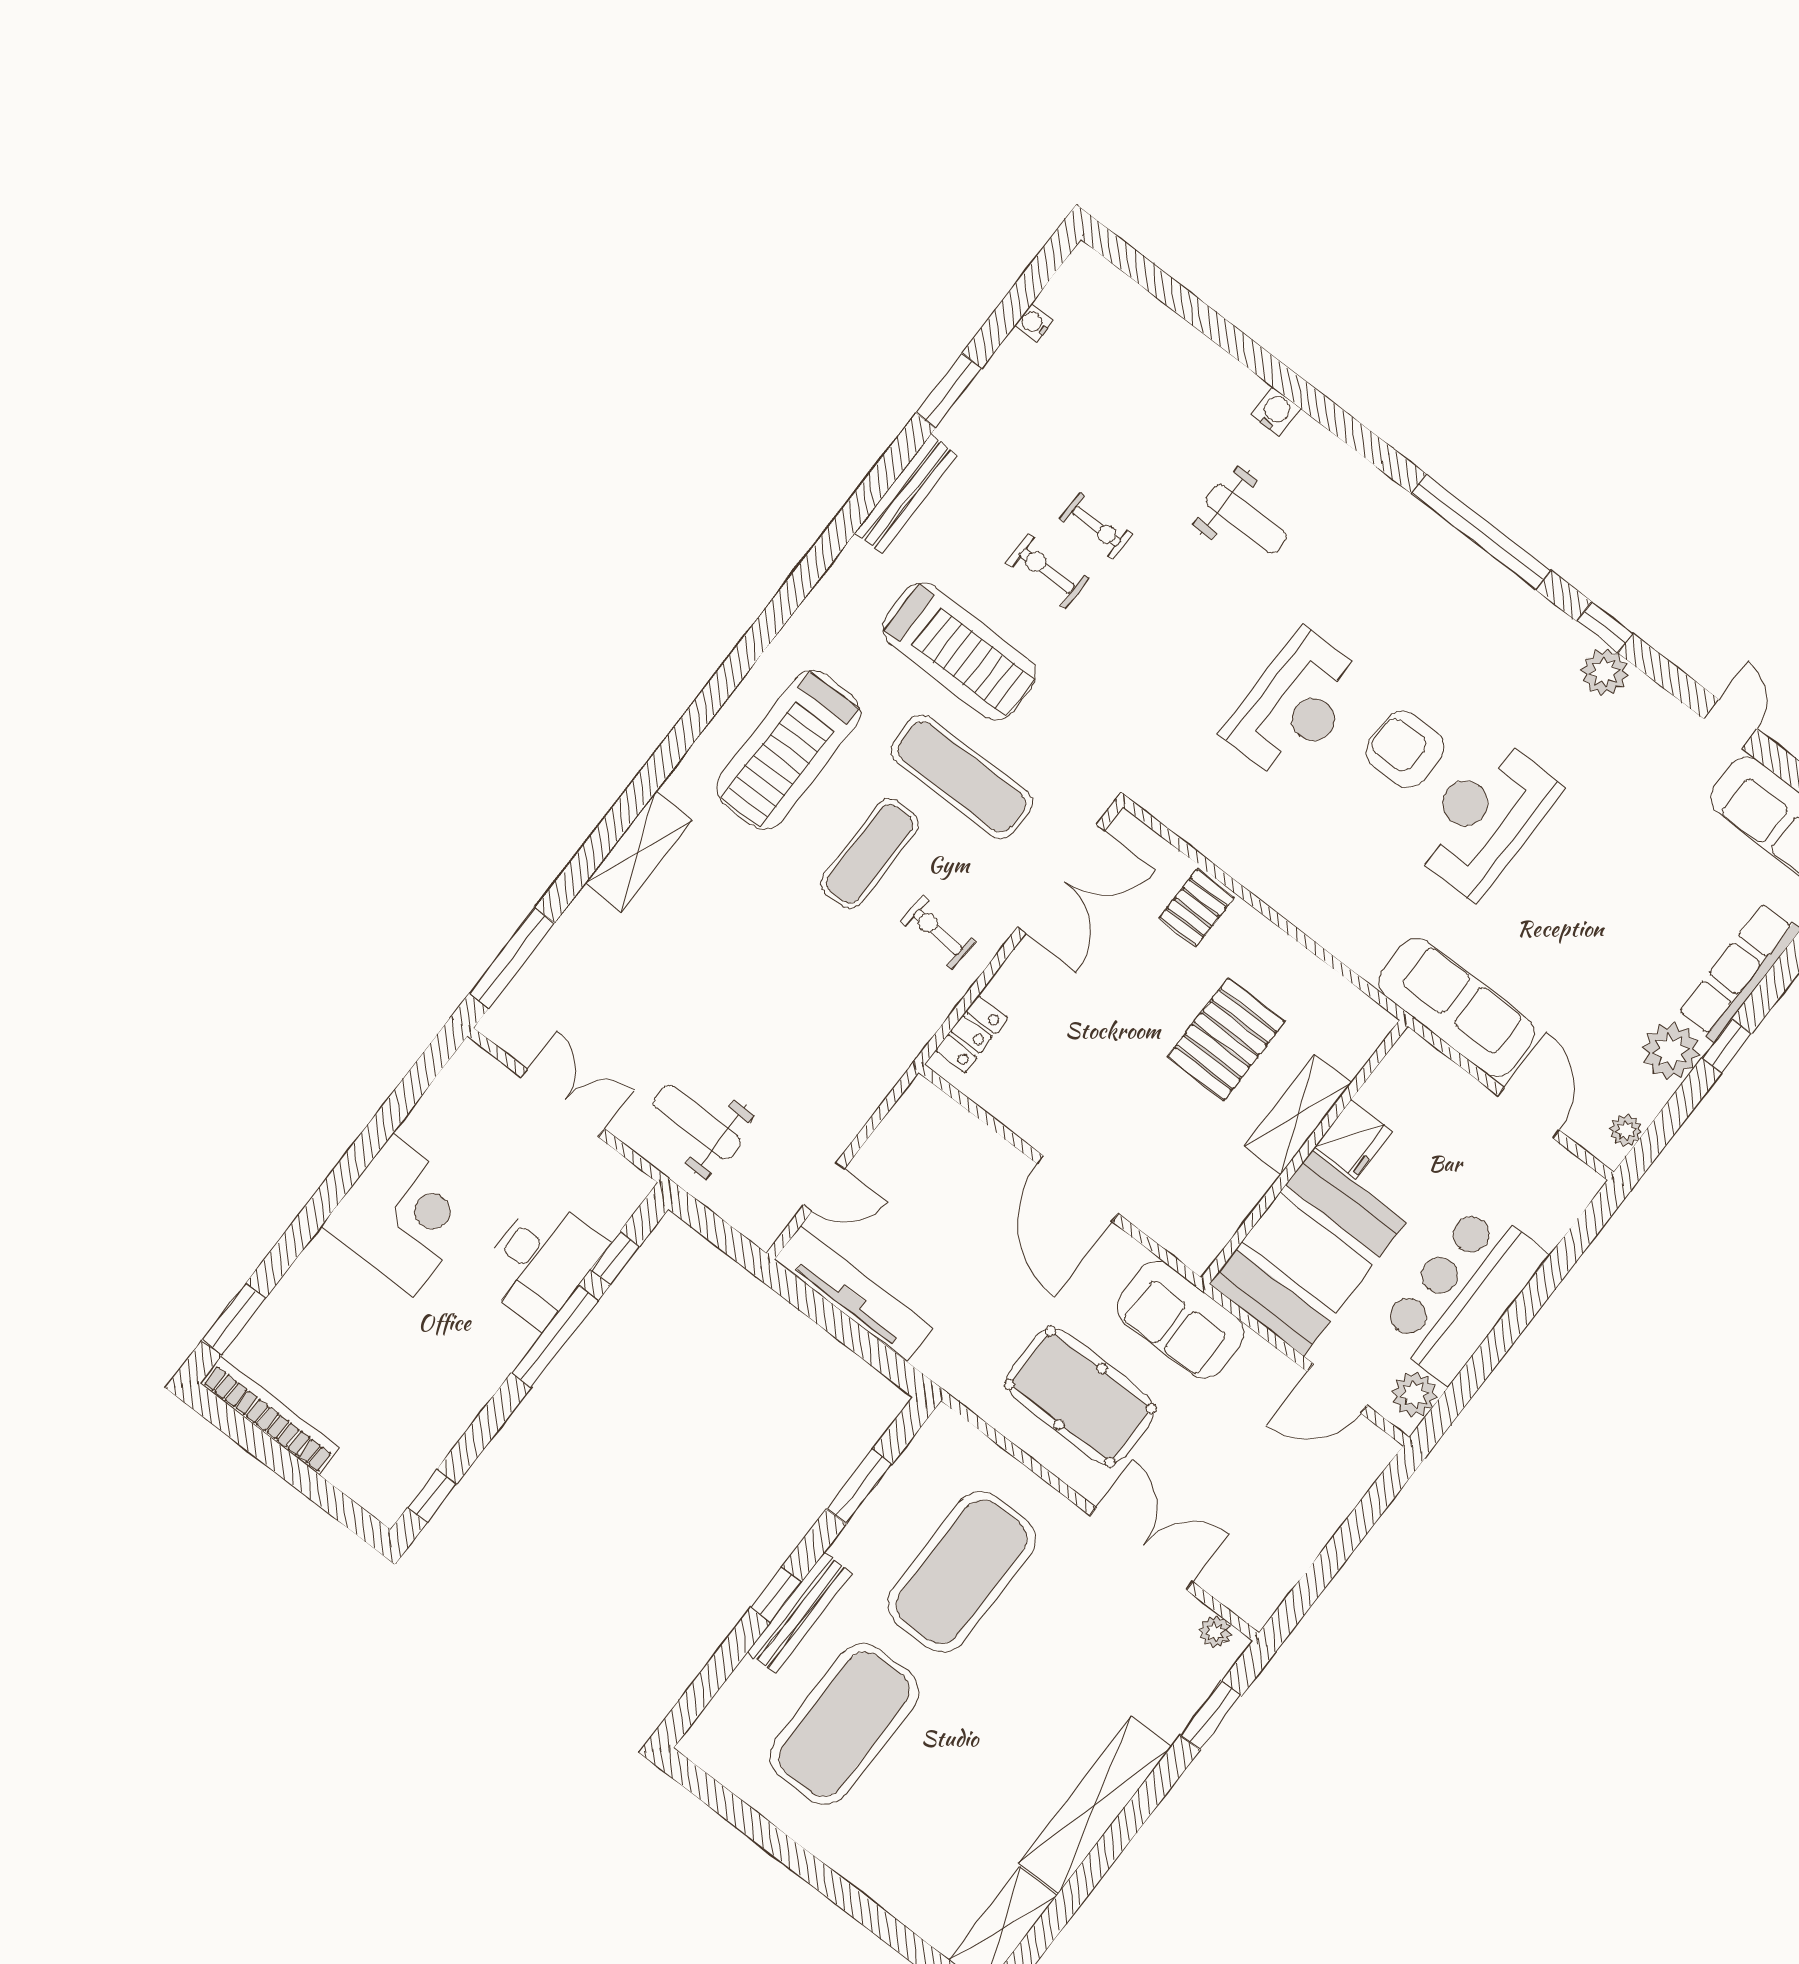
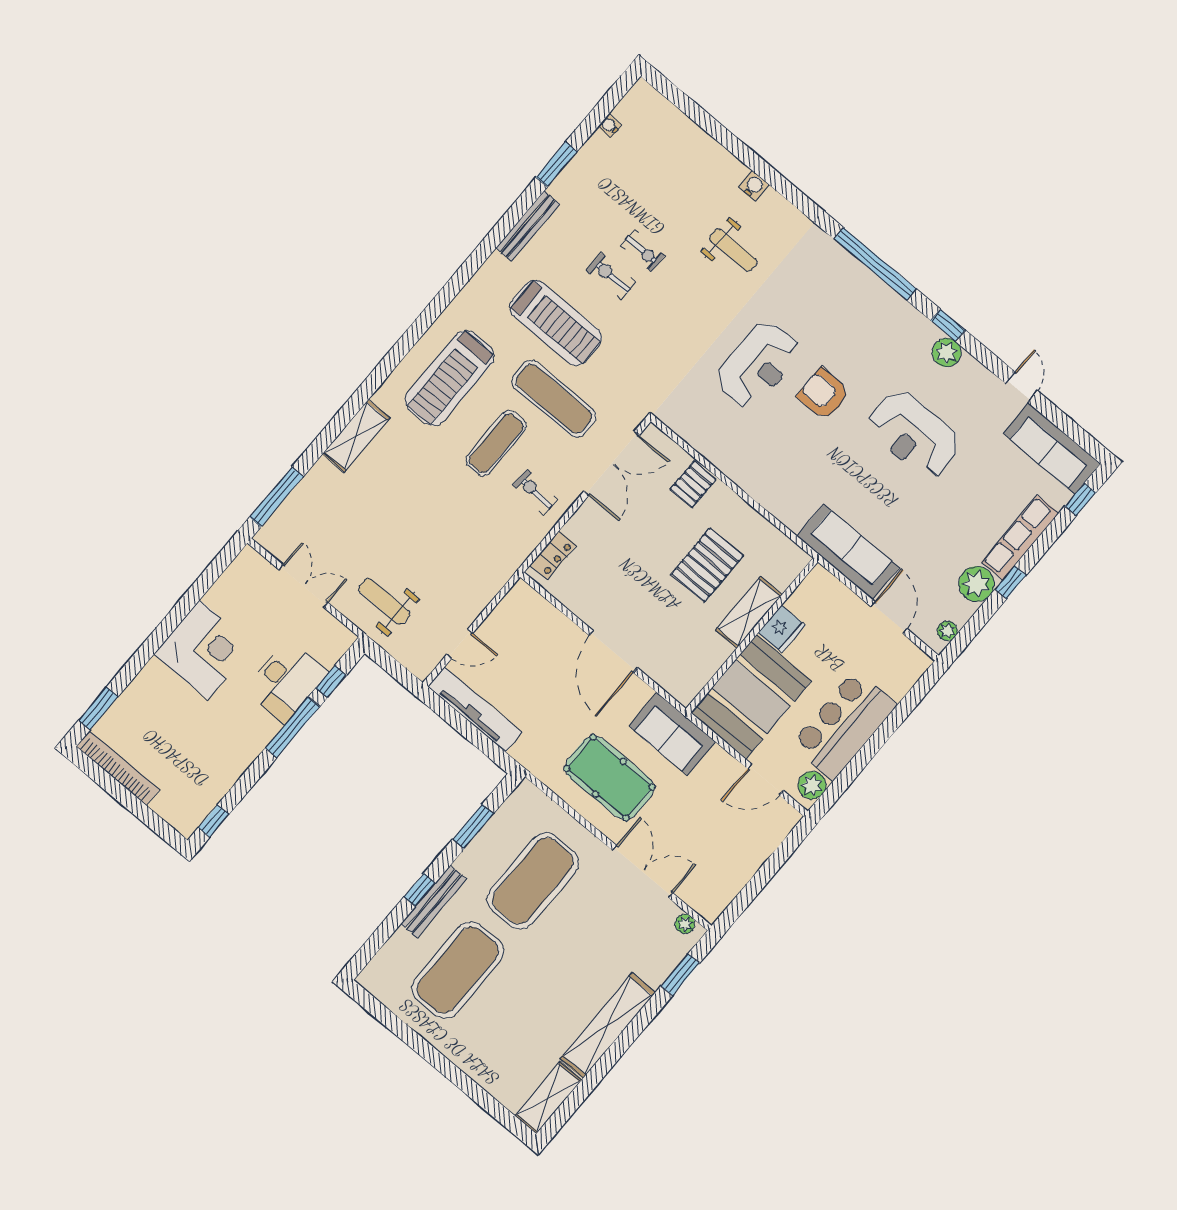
reception desk: (1484, 818) -> (914, 434), moved, turned -90

